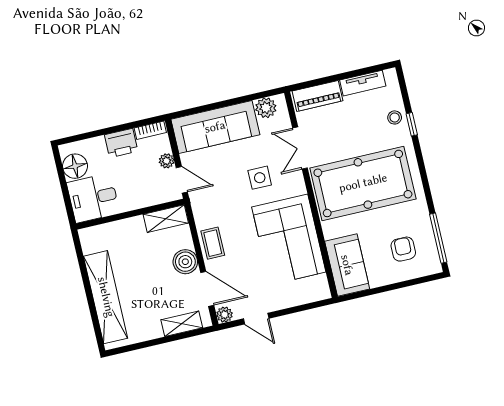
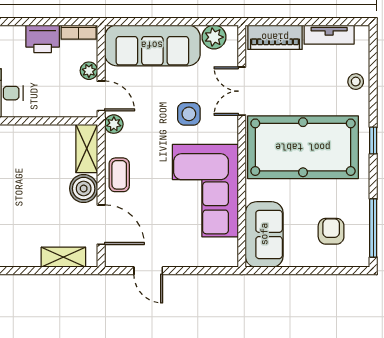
window: (412, 124) -> (373, 140), moved
shelving: (166, 219) -> (87, 148), moved, turned 90
plant: (225, 315) -> (114, 124), moved

